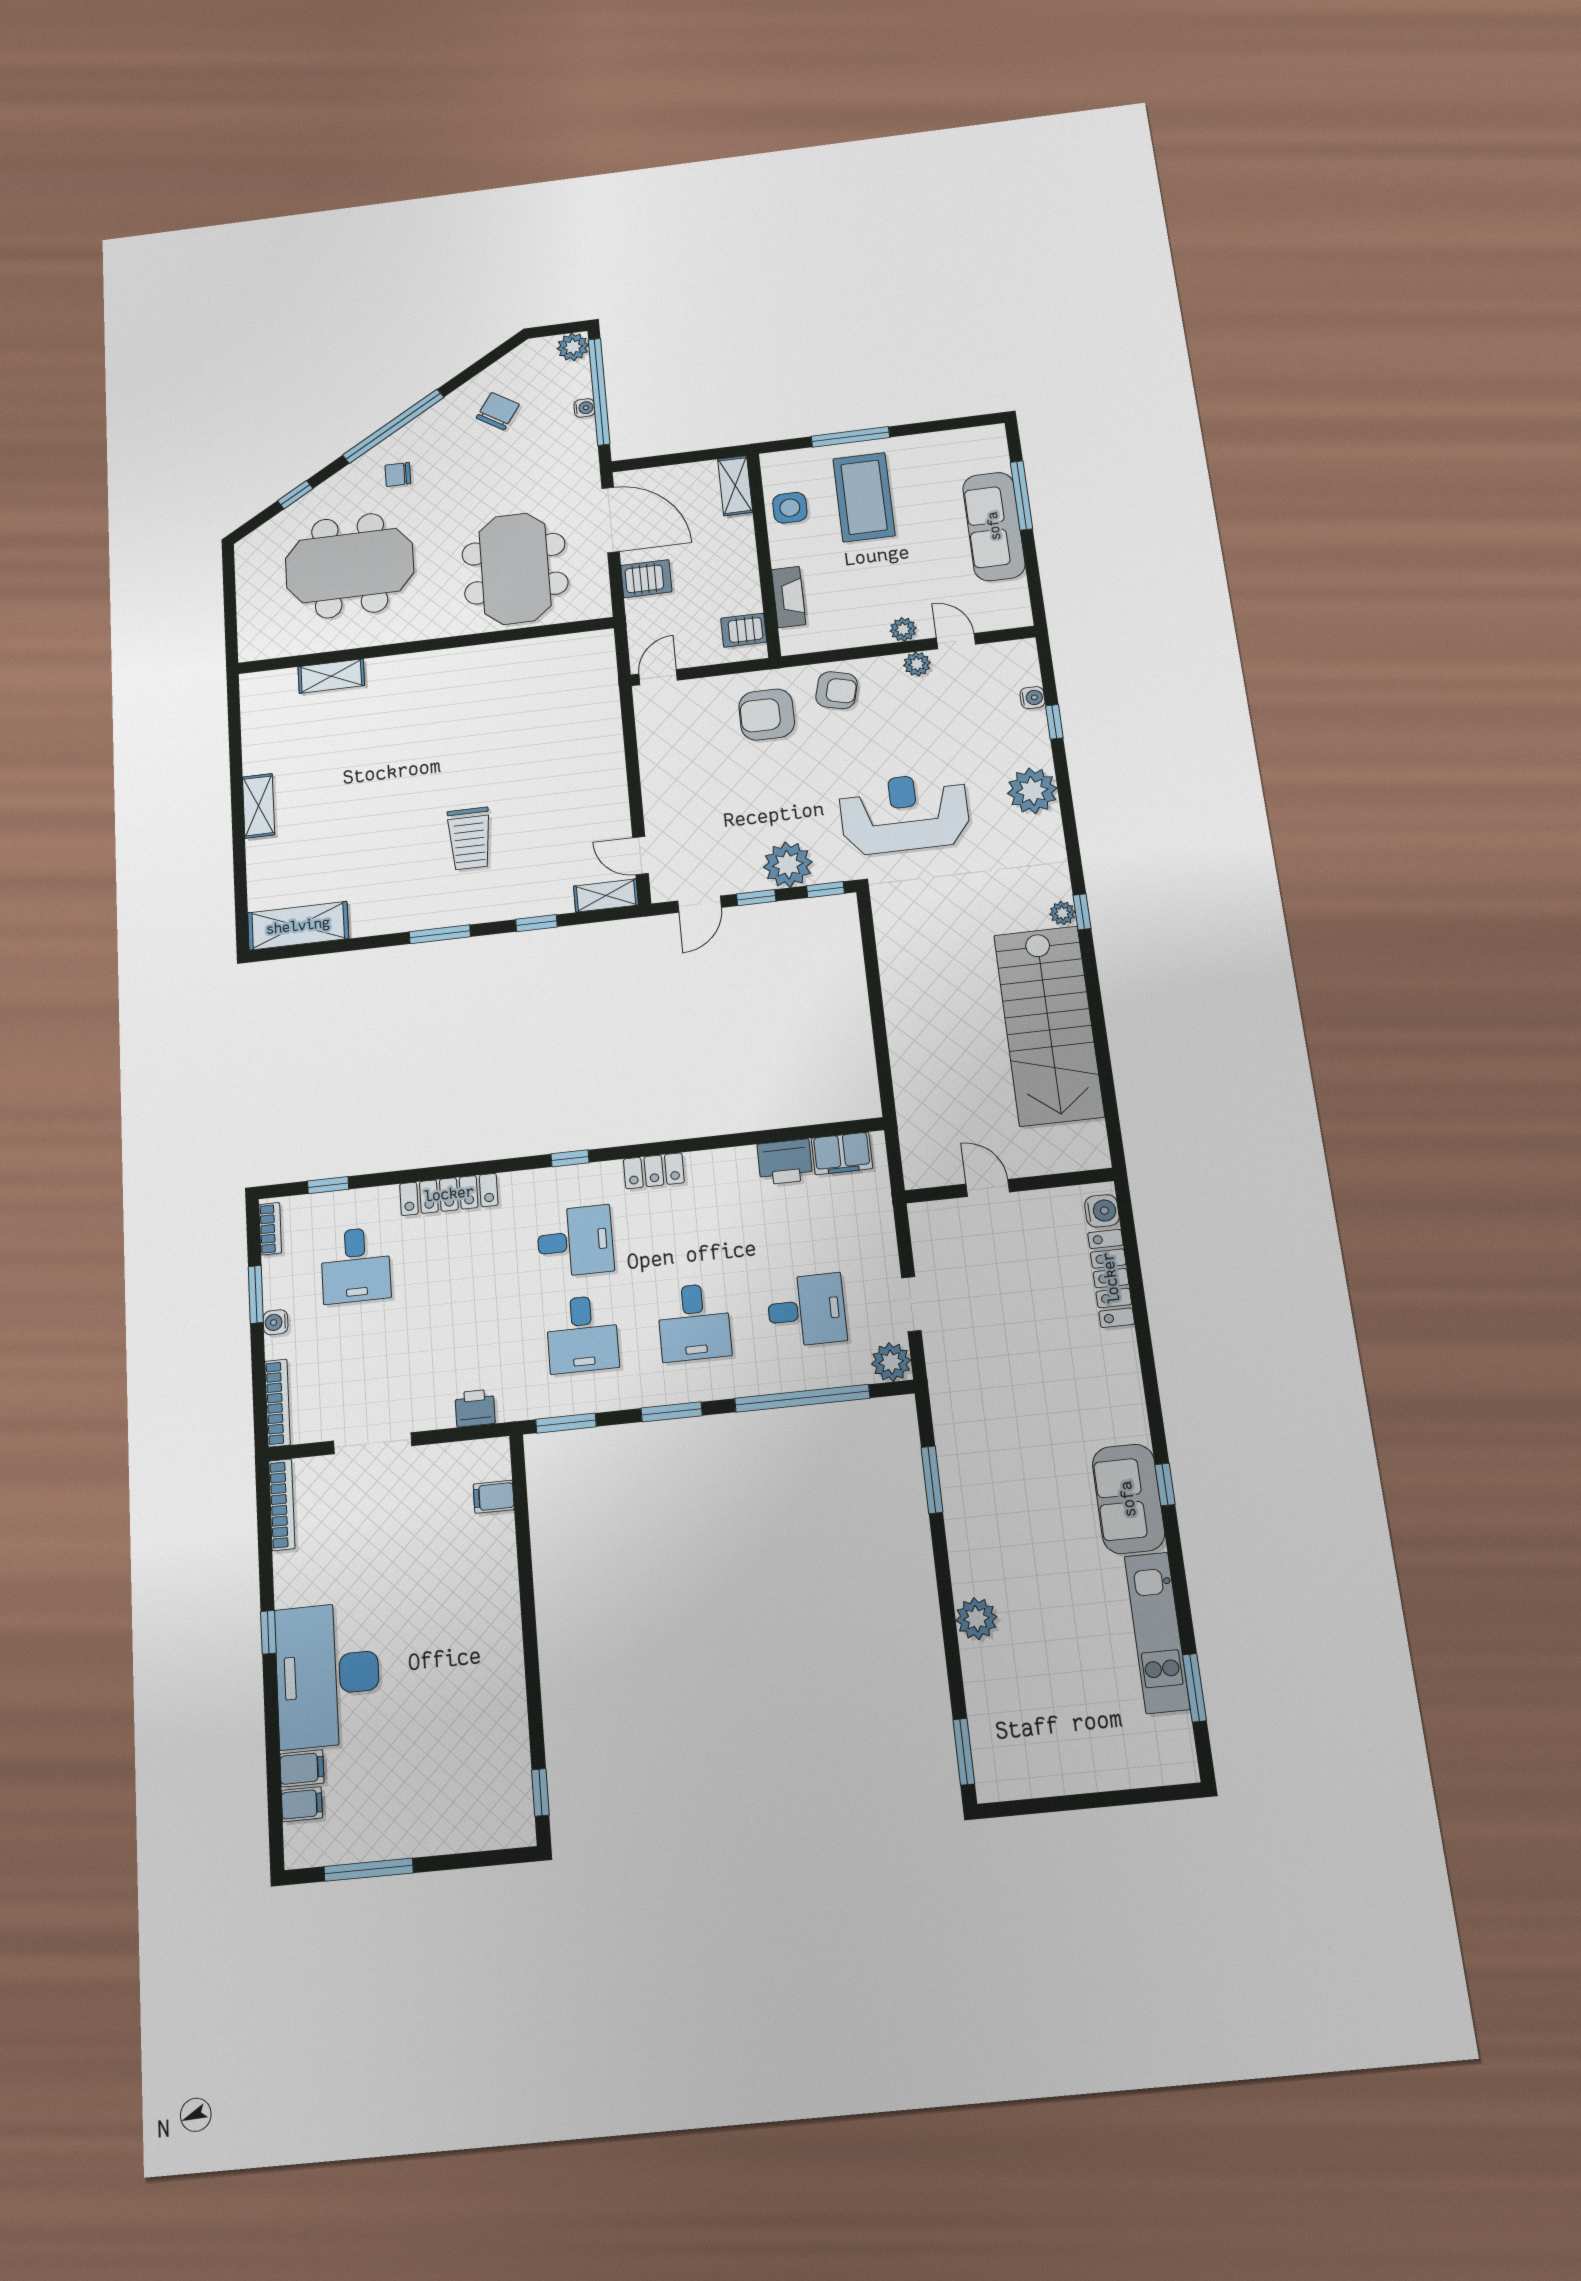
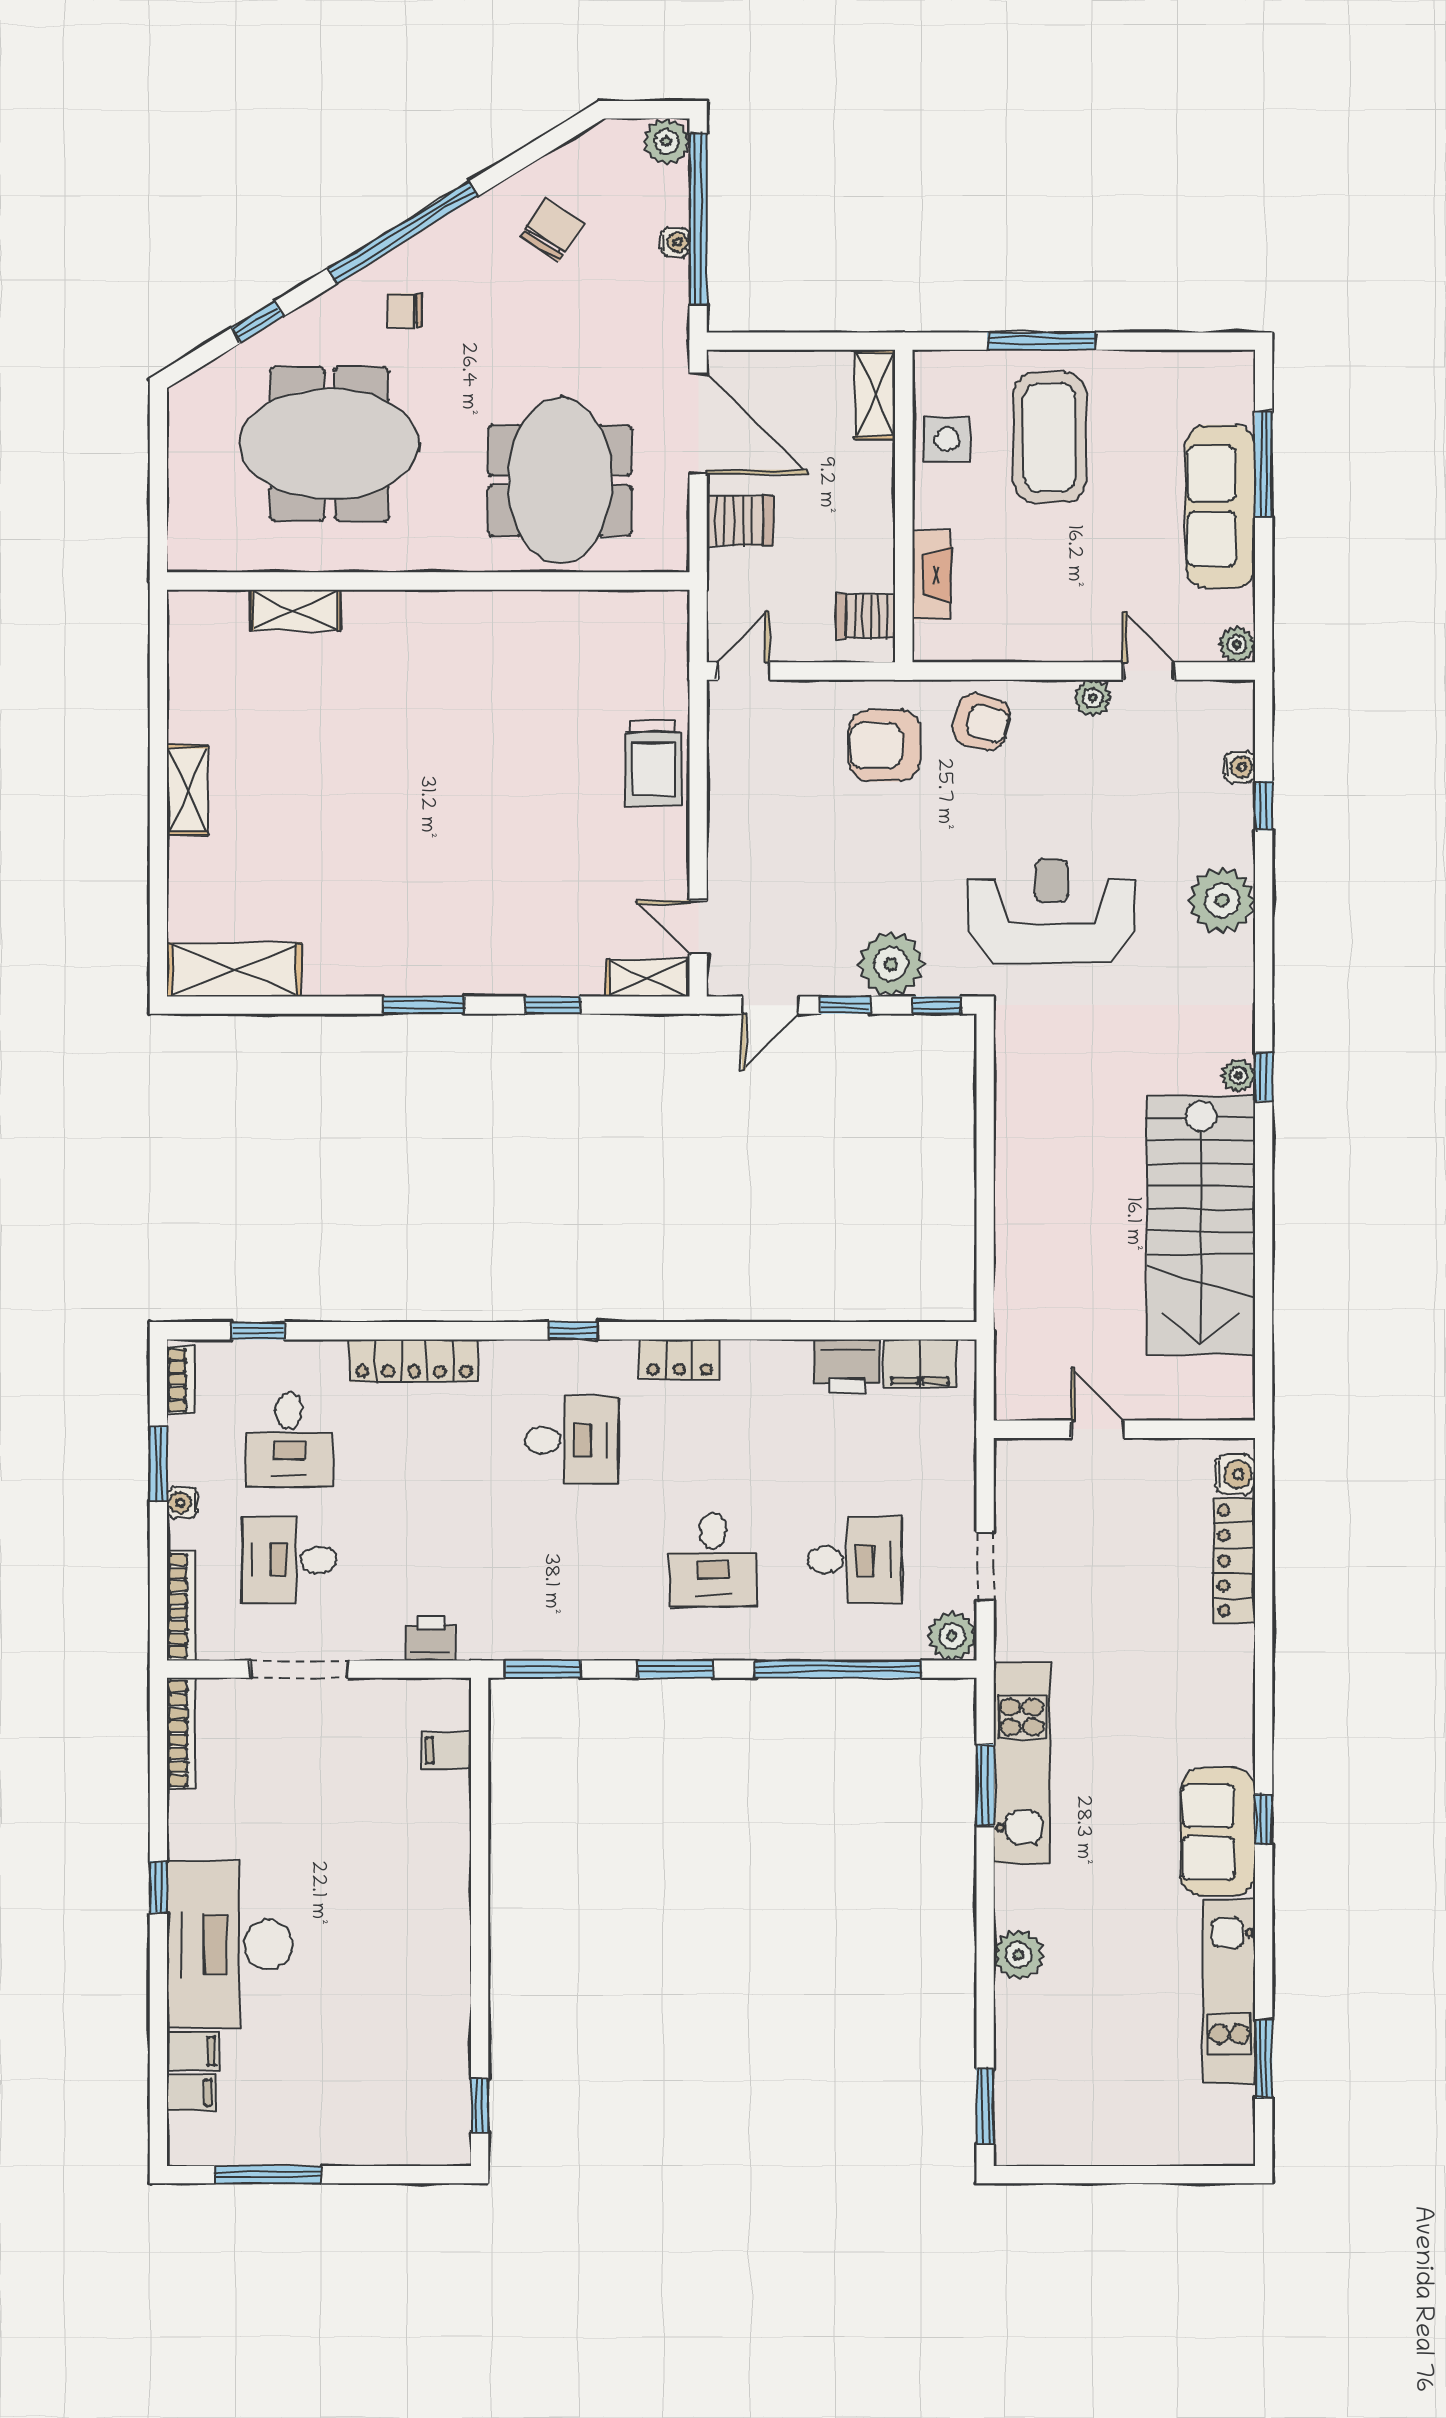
plant: (903, 629) -> (1237, 644), moved
trolley: (469, 838) -> (653, 763), moved
desk: (582, 1334) -> (289, 1560), moved, turned 90
kitchen unit: (960, 1459) -> (1022, 1763), added

